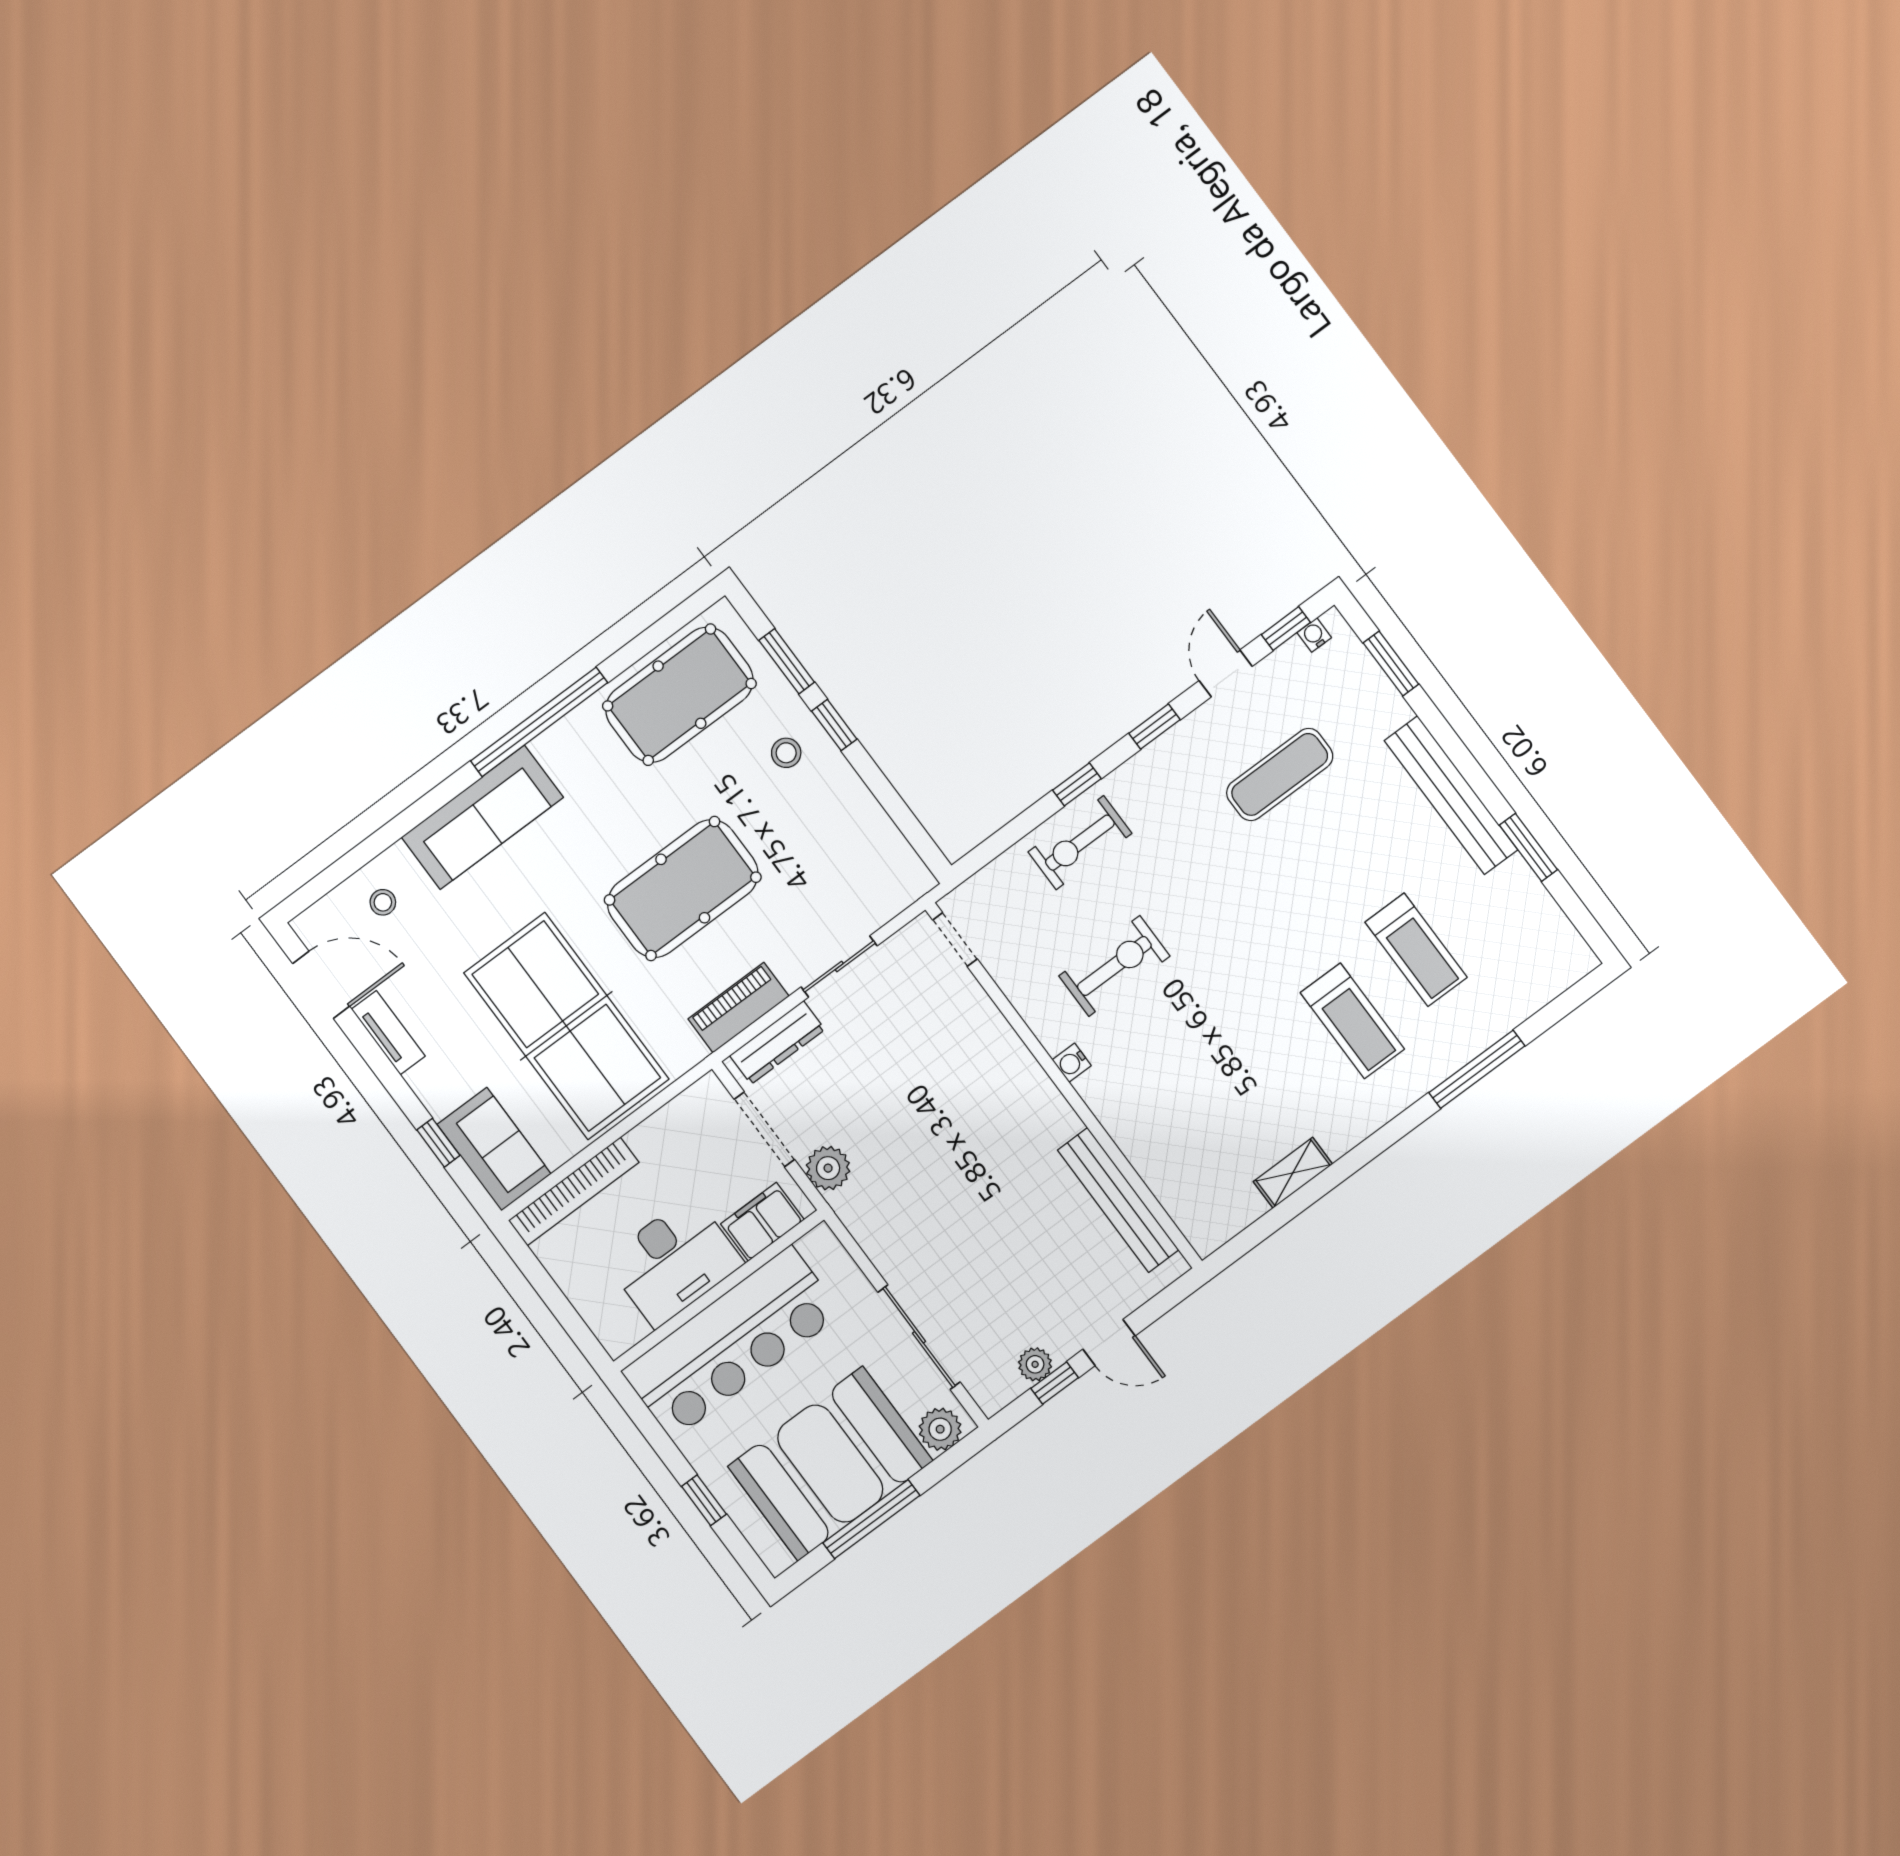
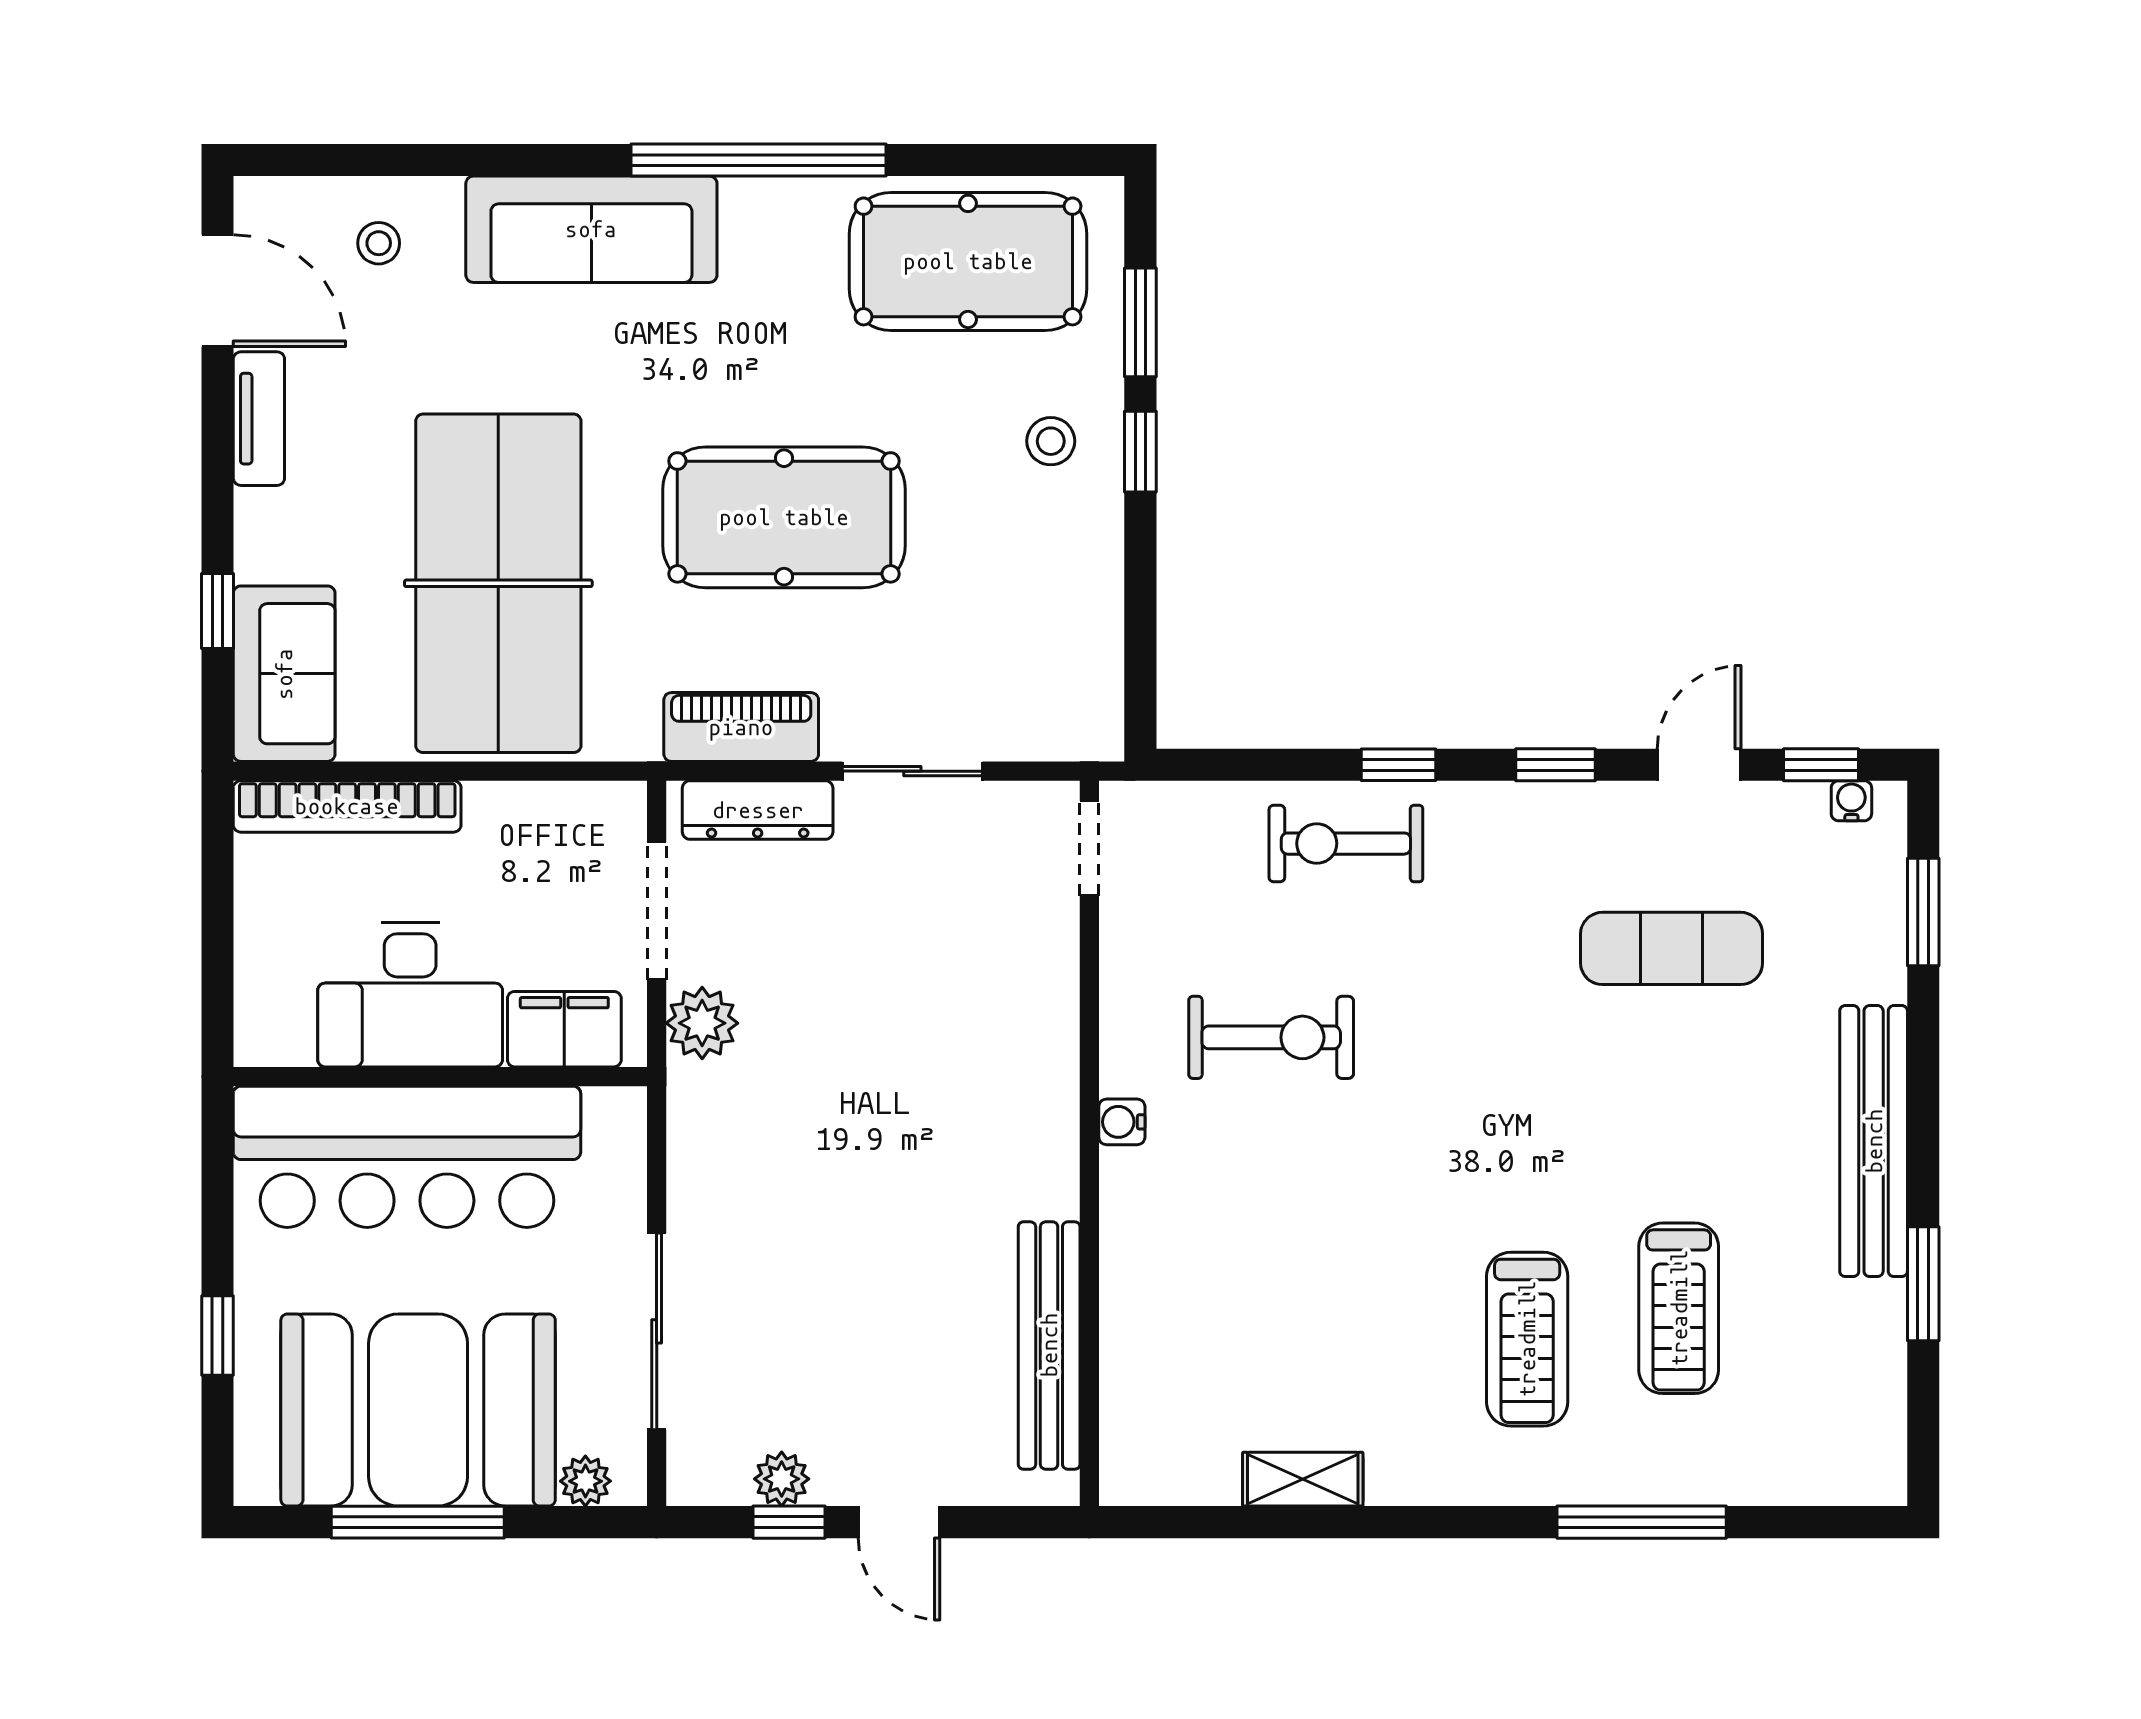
plant: (940, 1429) -> (585, 1481), width x0.73, depth x0.73

